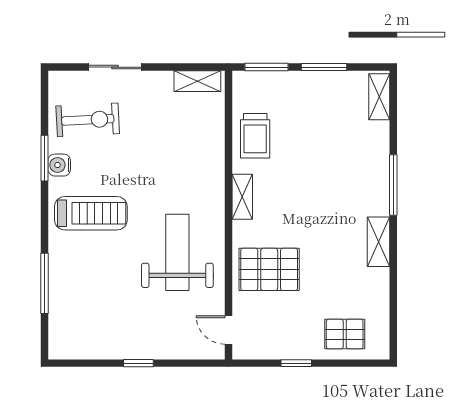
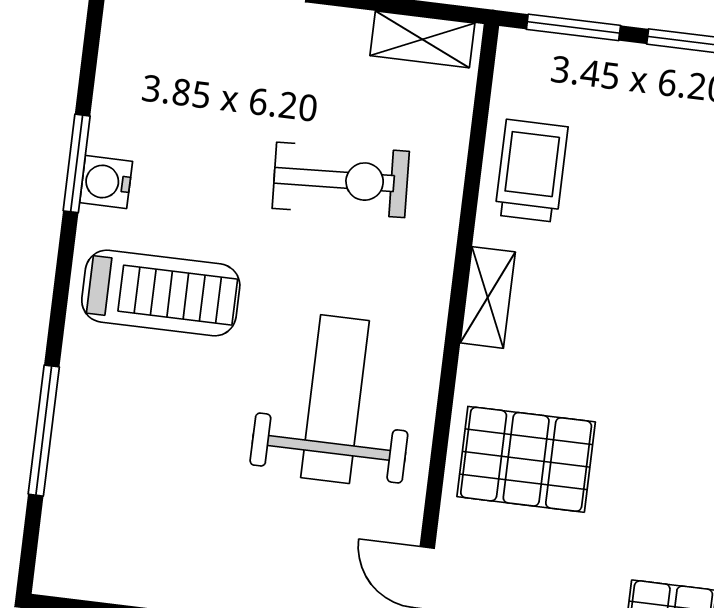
exercise bike: (88, 120) -> (341, 180), moved
trolley: (255, 136) -> (531, 171), turned 180

